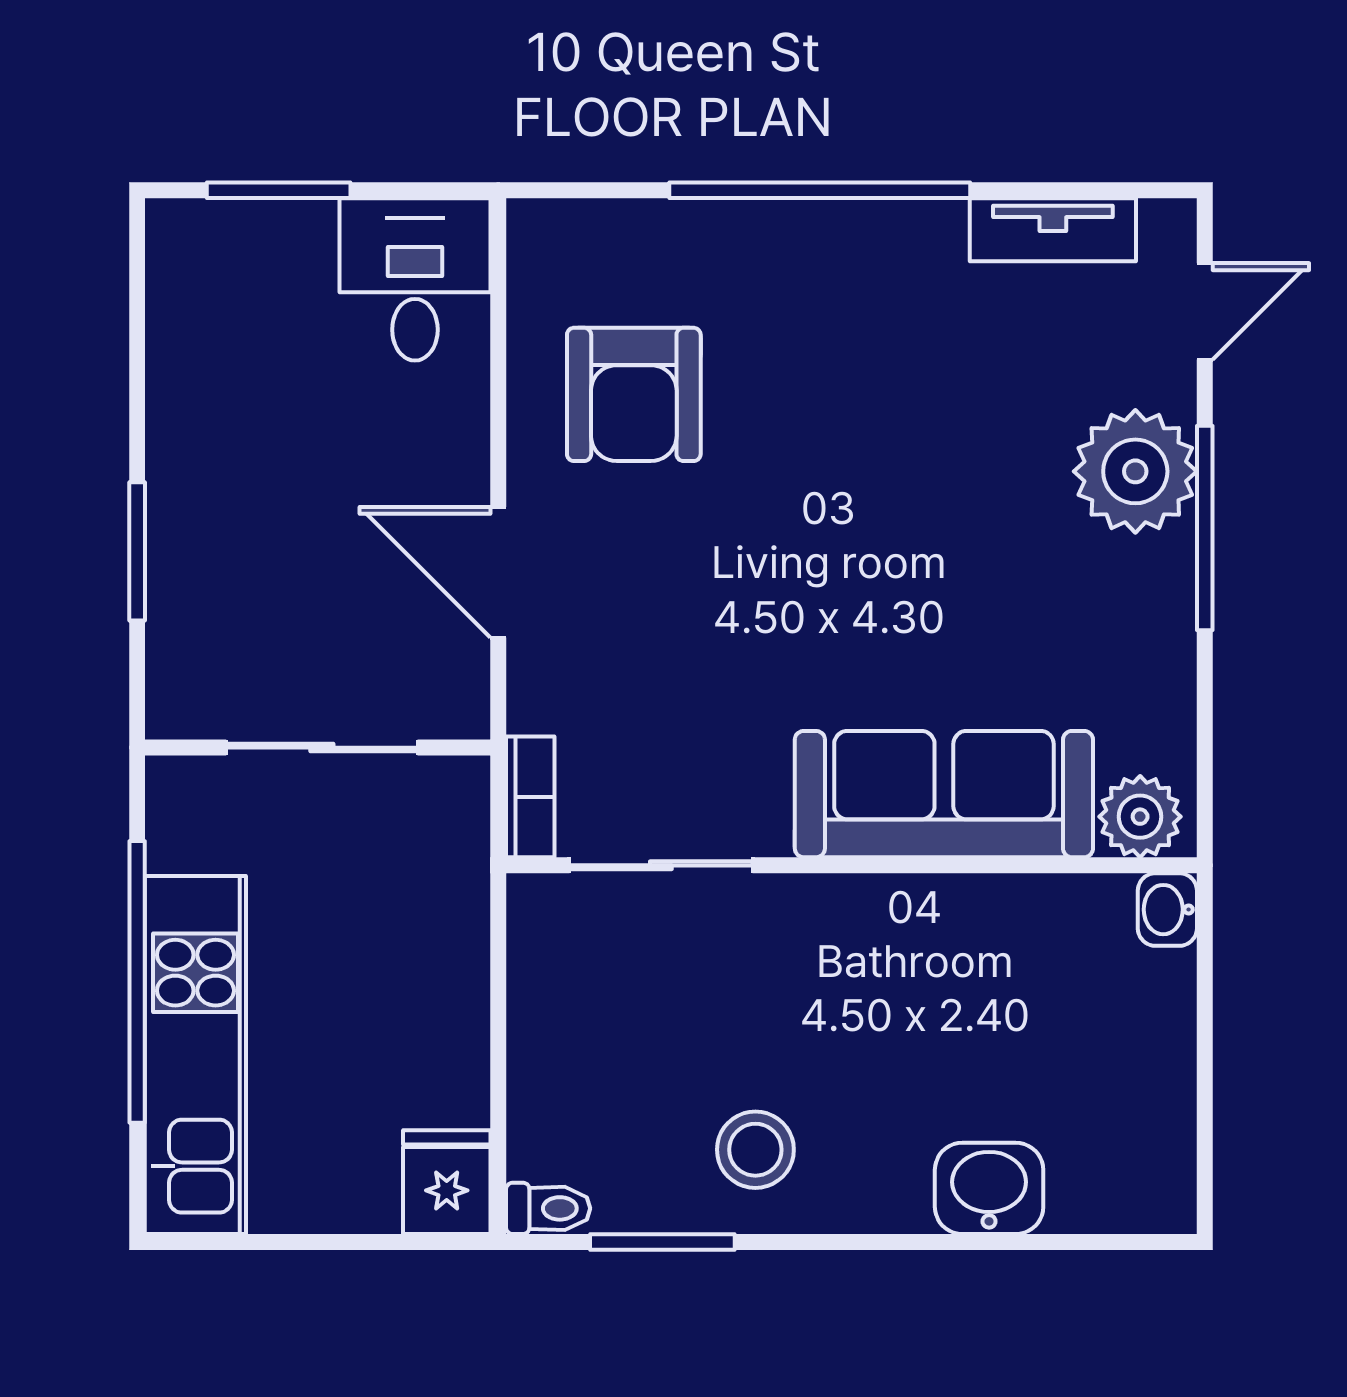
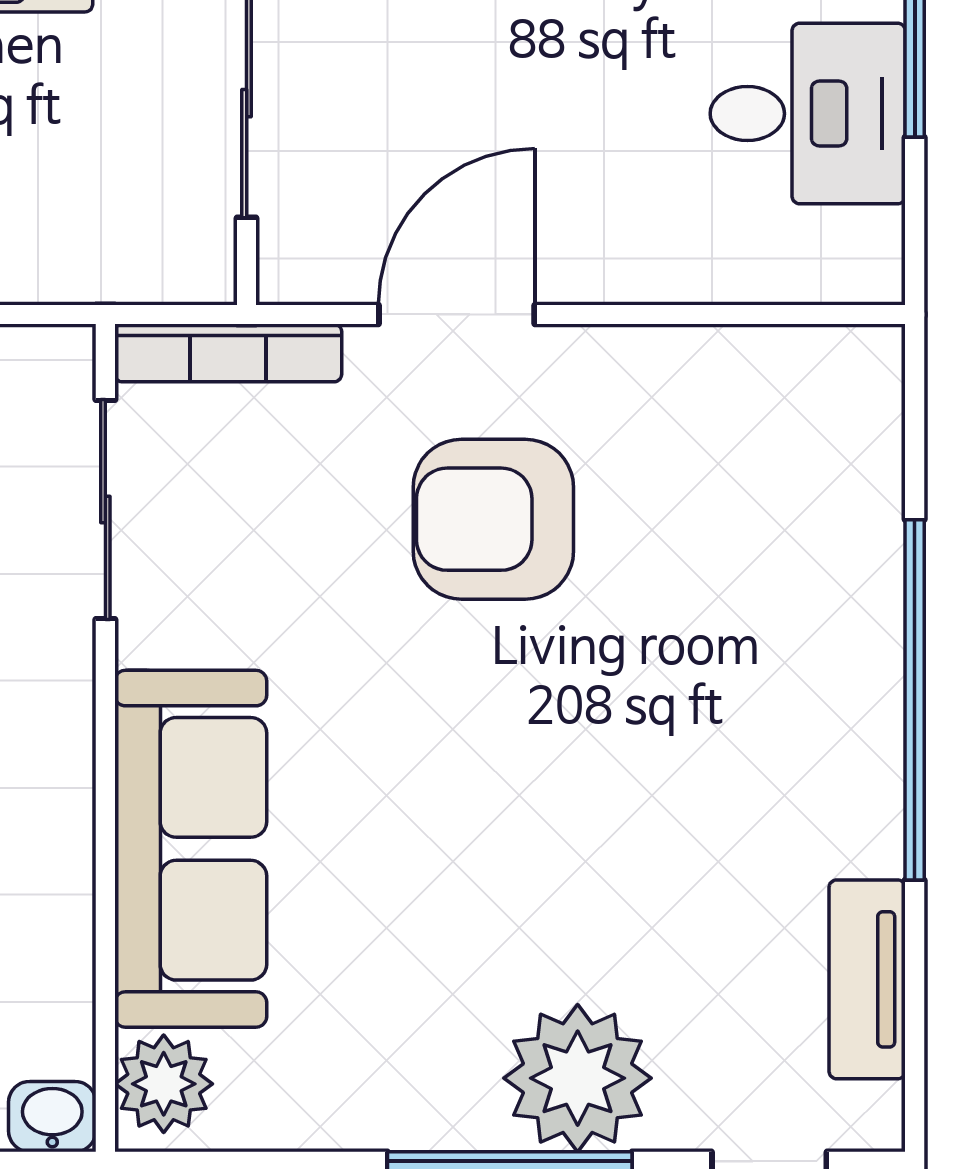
desk: (415, 279) -> (808, 114), moved
armchair: (634, 394) -> (493, 519), moved
bookcase: (530, 797) -> (228, 353), width x1.56

